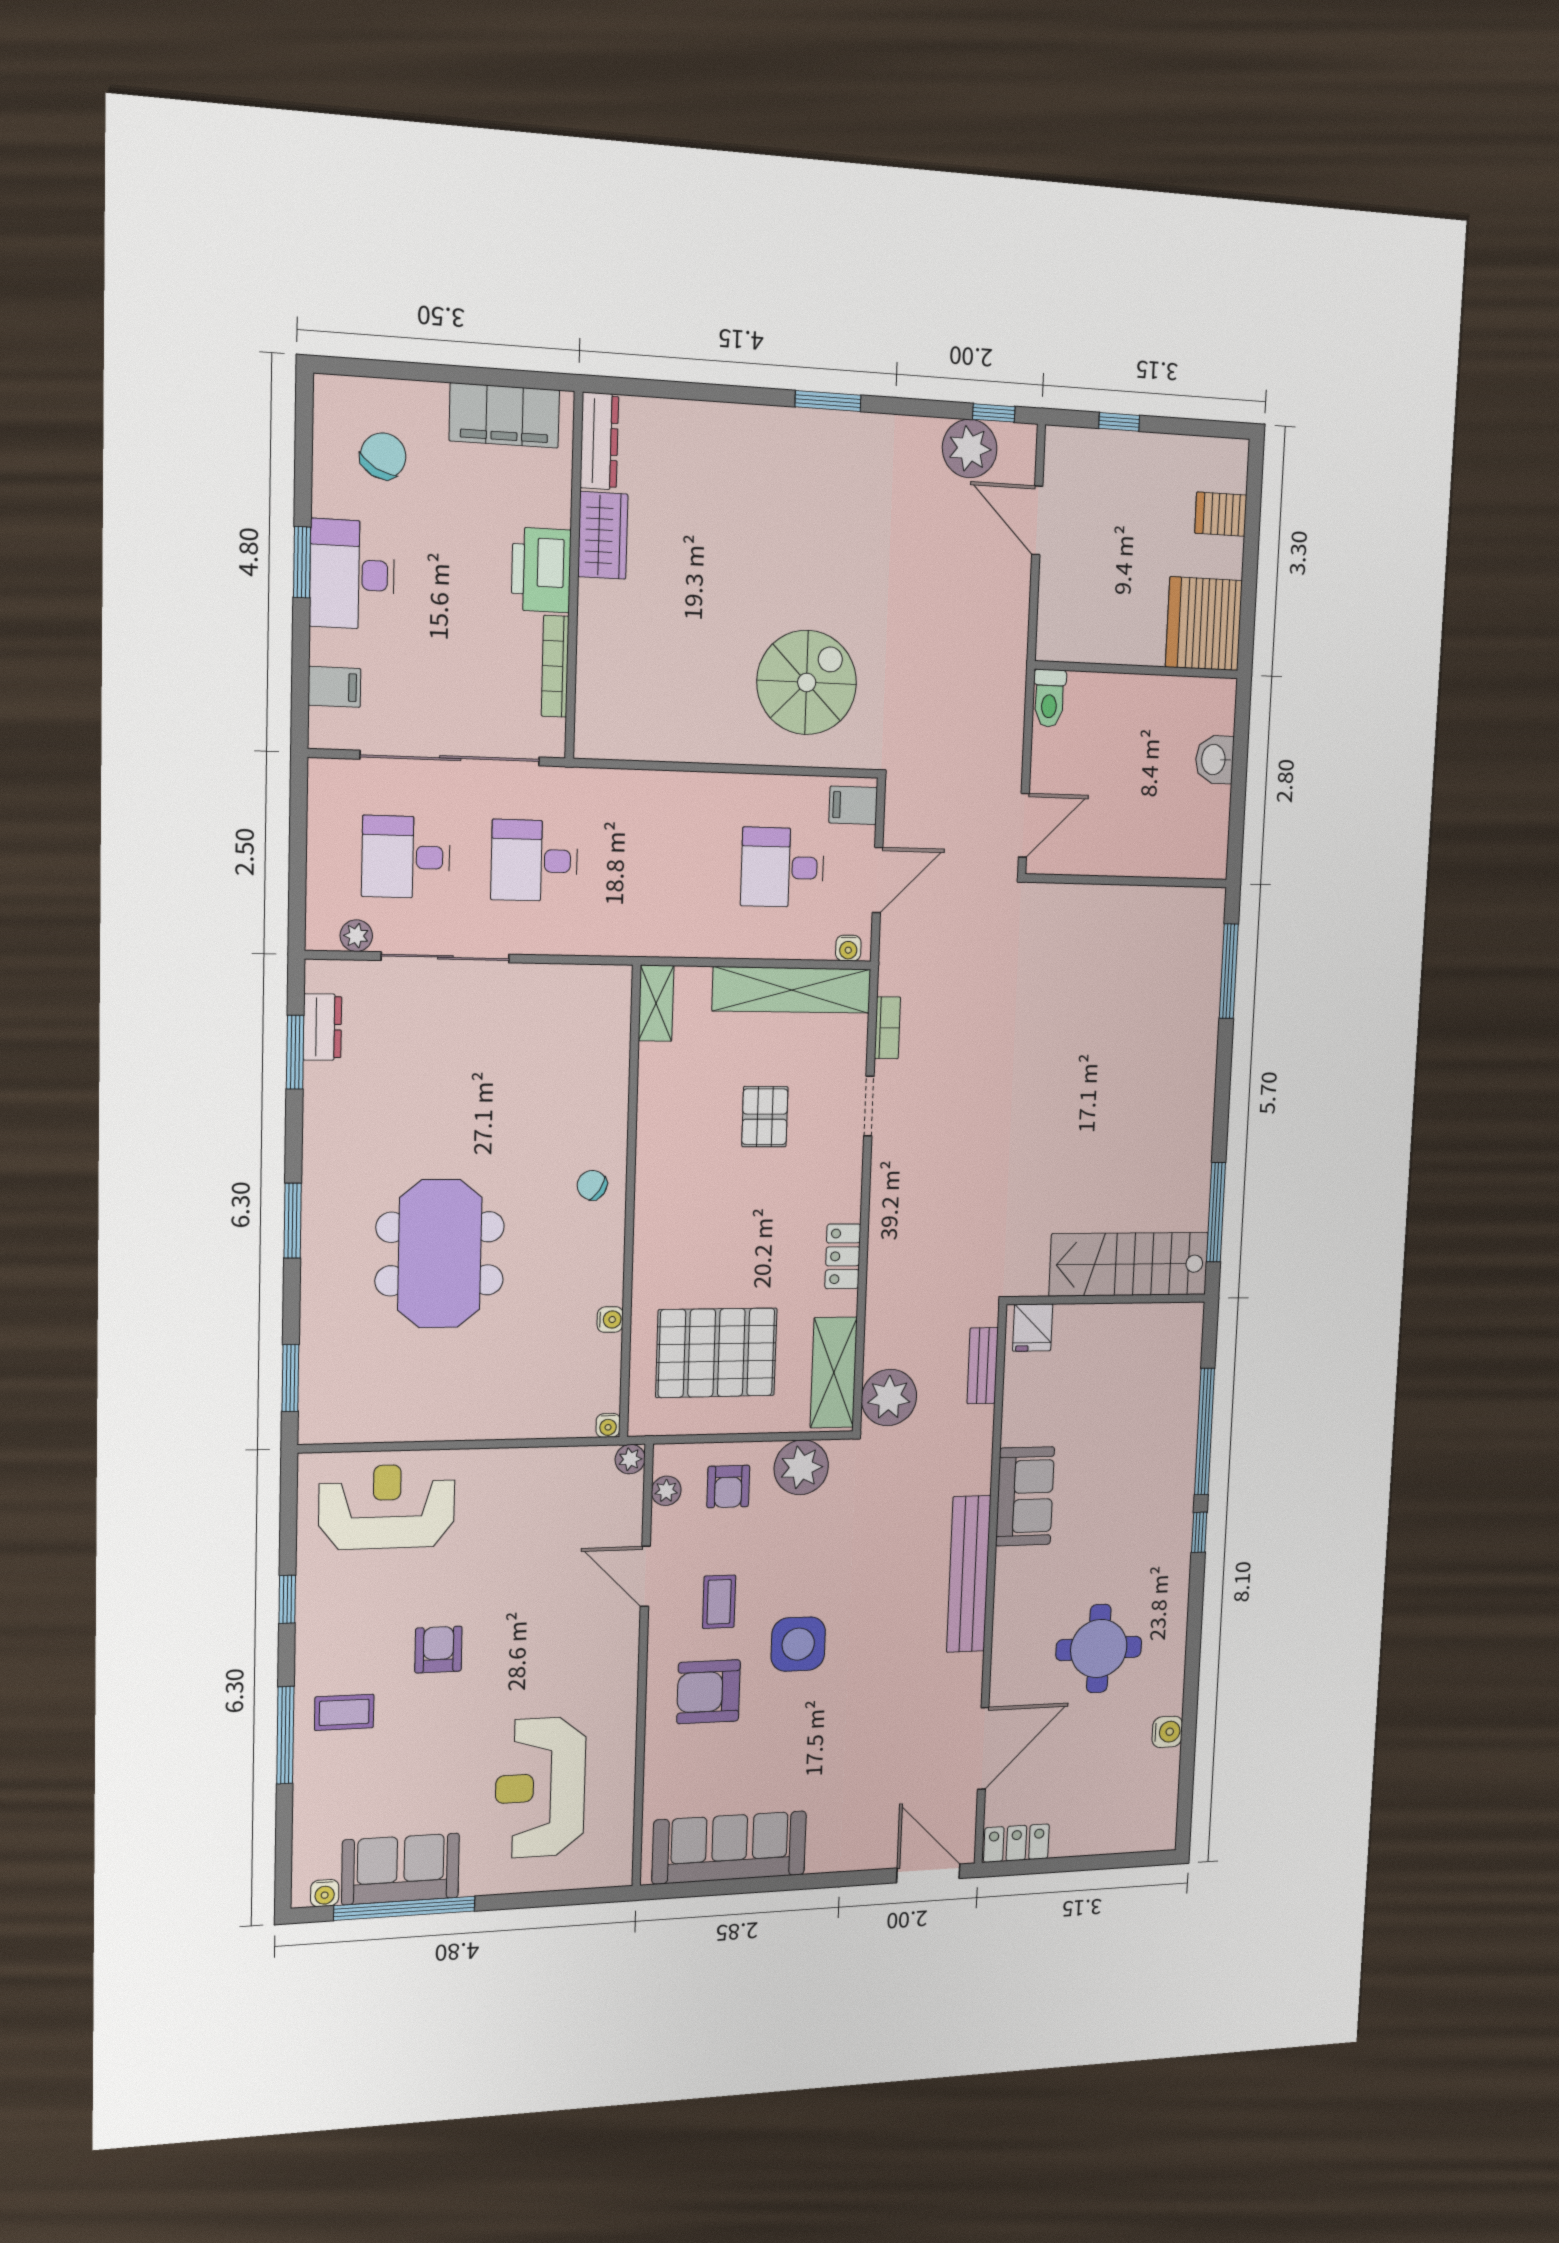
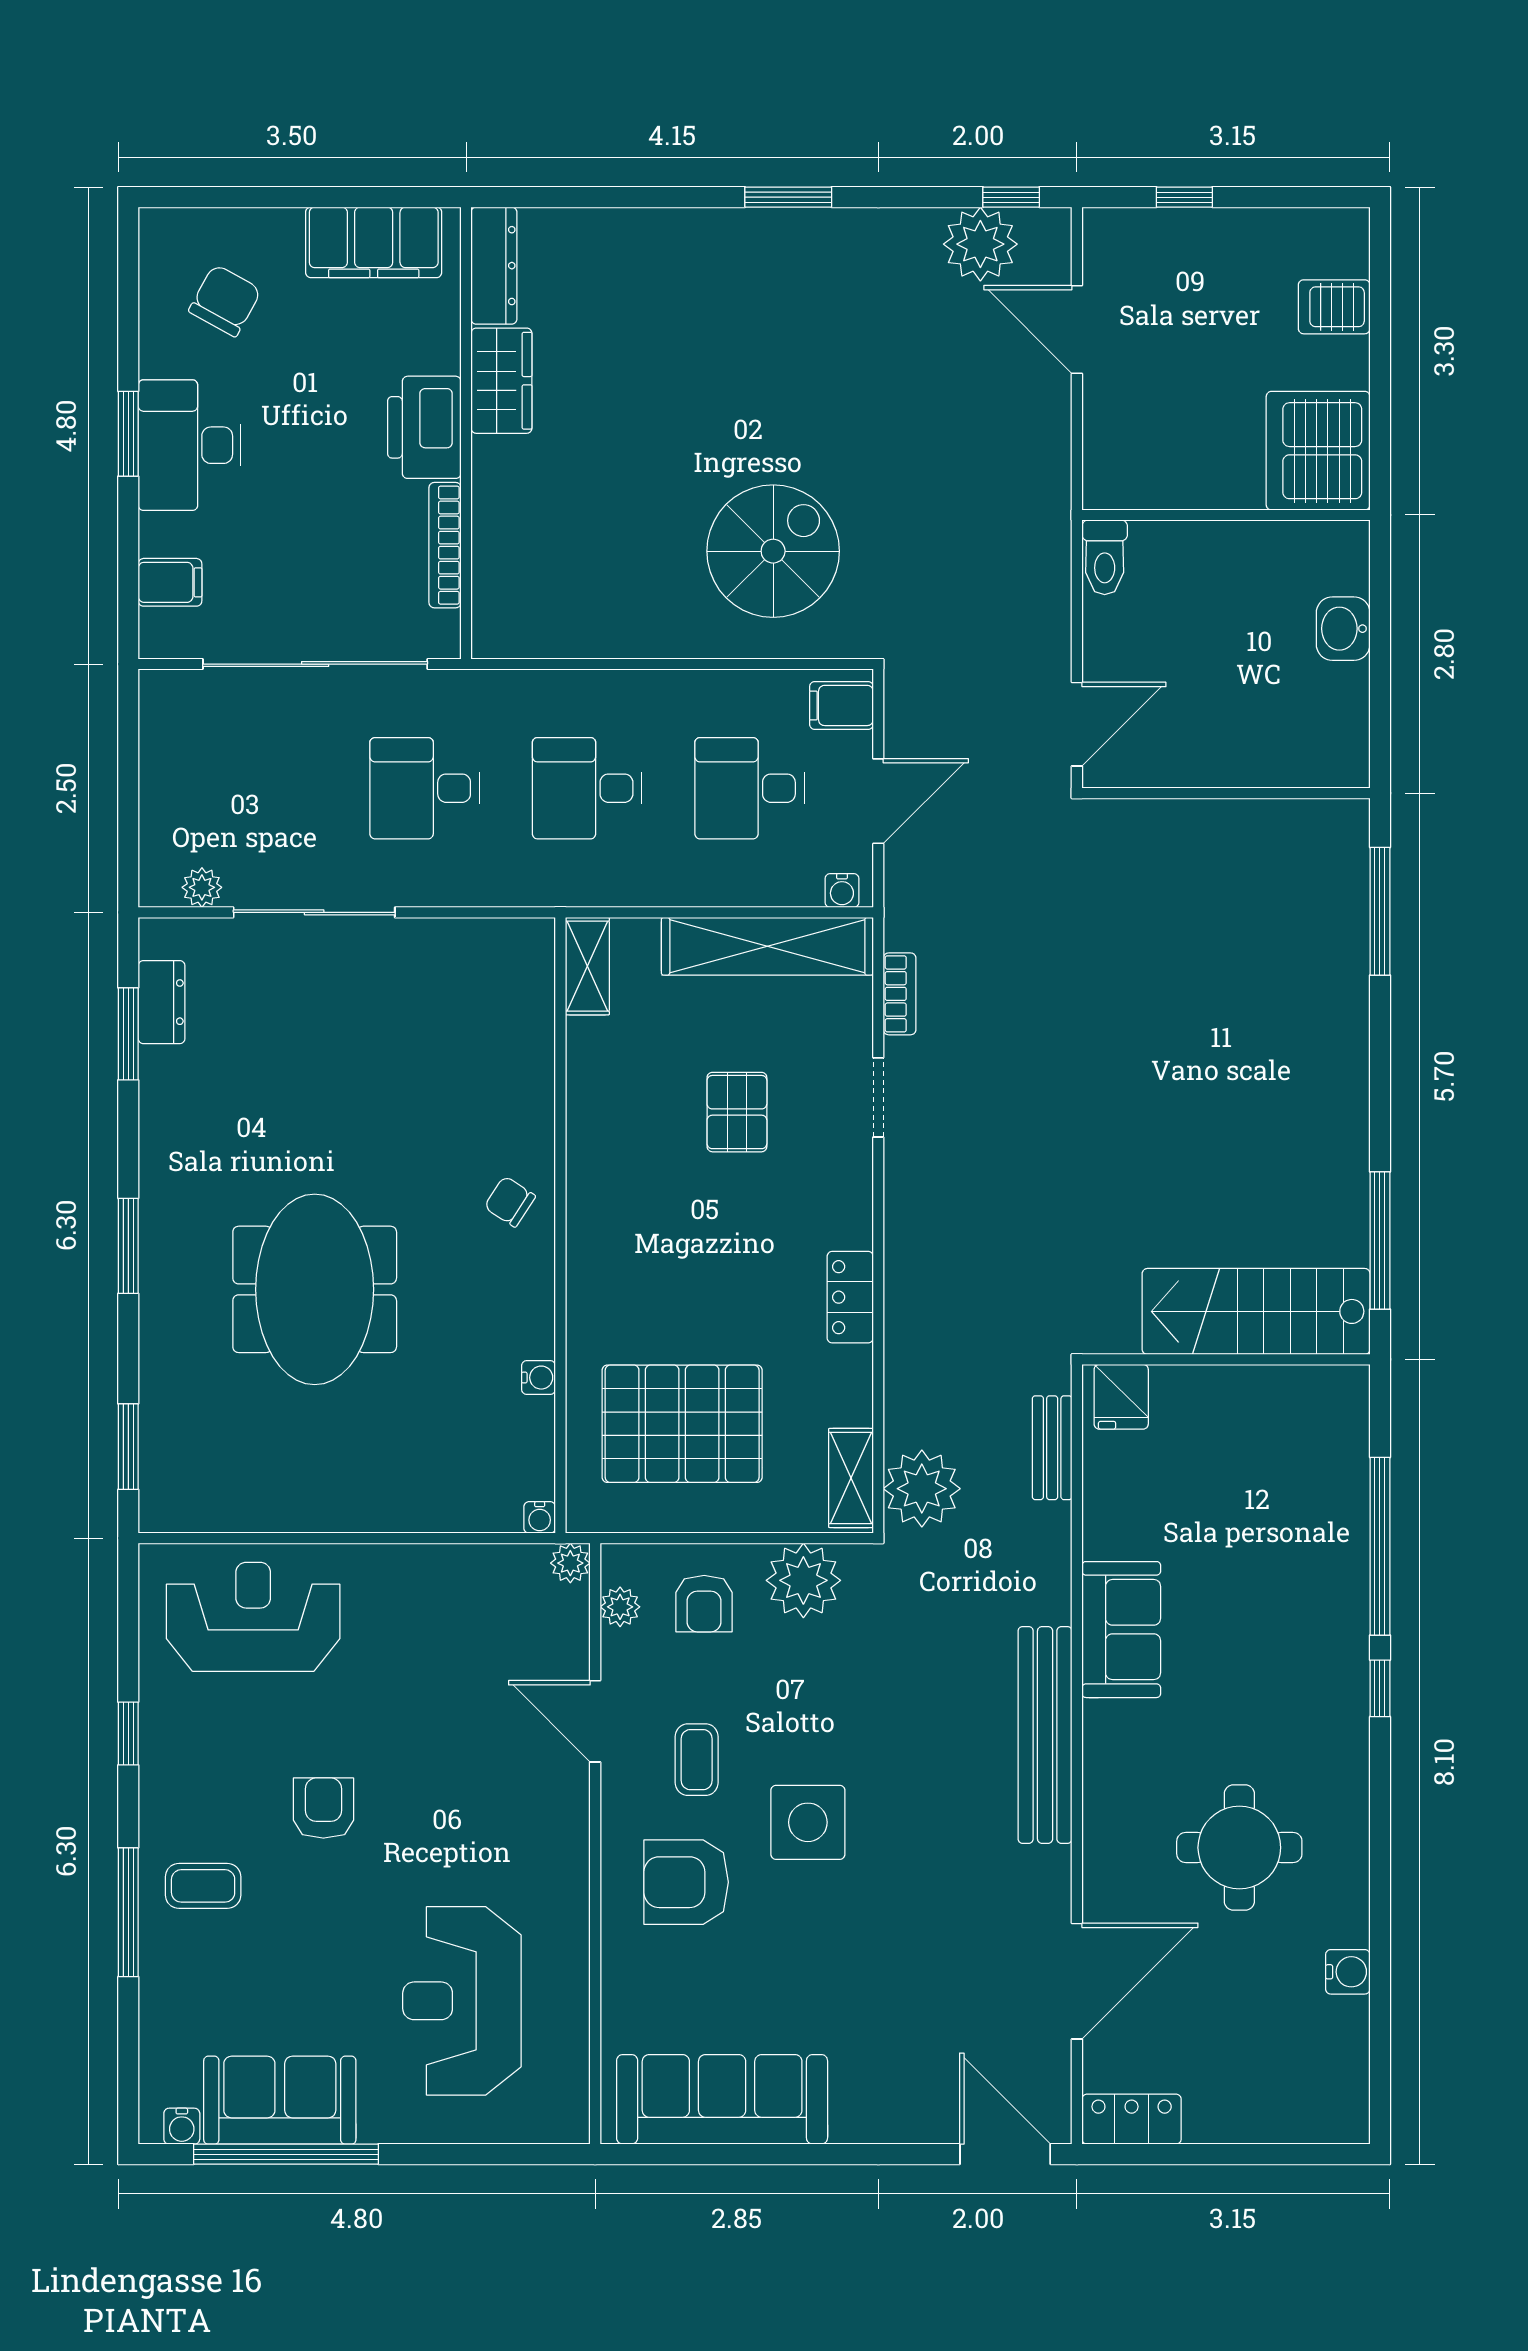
desk: (406, 857) -> (587, 788), moved
shelving: (834, 1372) -> (851, 1478), width x0.67, depth x0.75

